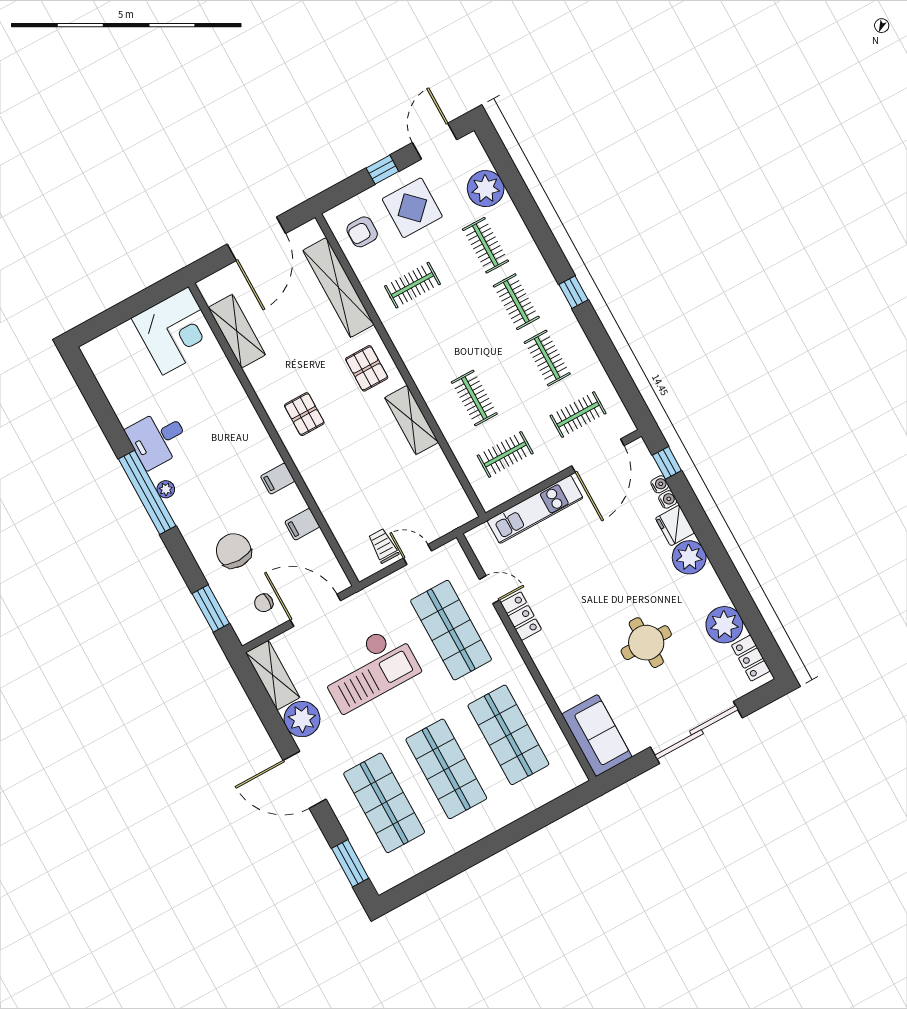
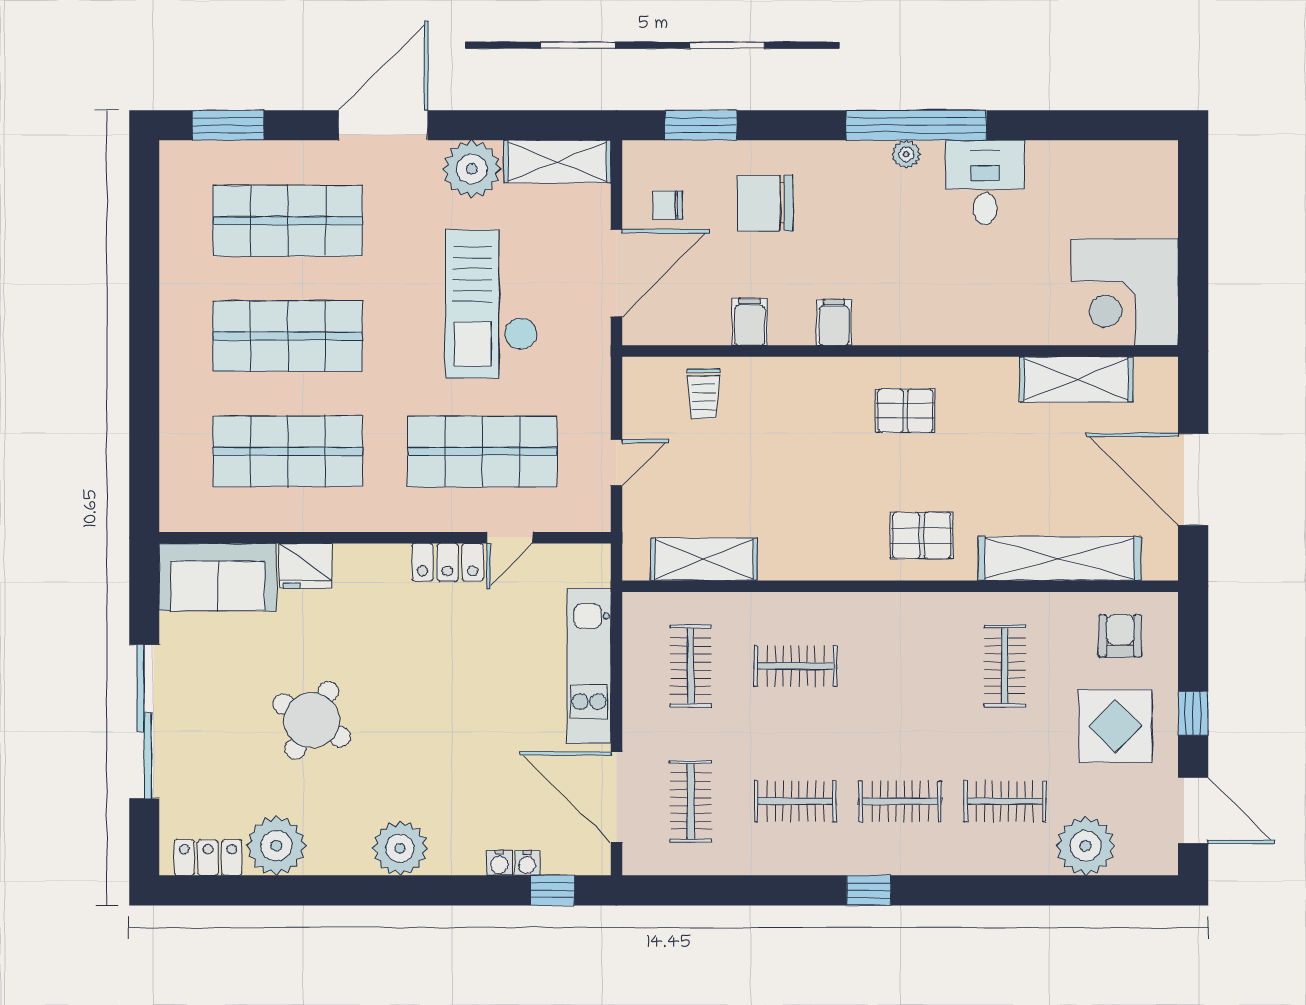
shelving: (412, 420) -> (704, 559), moved
fridge: (675, 526) -> (305, 566), moved, turned 180
trolley: (383, 546) -> (704, 394), moved, turned 90
chair: (234, 551) -> (765, 203), turned 180
chair: (264, 603) -> (668, 205), turned -90
round table: (646, 643) -> (312, 720), turned 30

